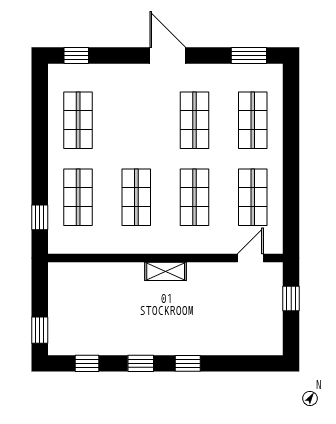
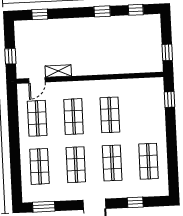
window: (76, 56) -> (135, 202), moved
shop shelf: (78, 197) -> (112, 163), moved
shelving: (166, 271) -> (58, 71), moved
window: (40, 330) -> (167, 52), moved
window: (188, 363) -> (40, 14), moved

